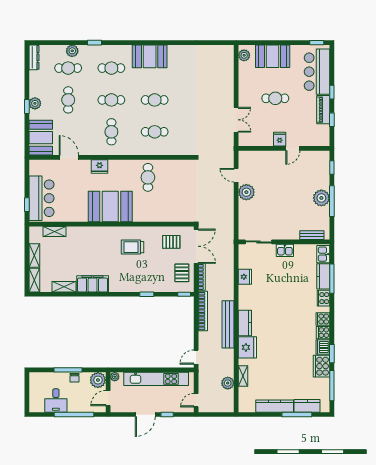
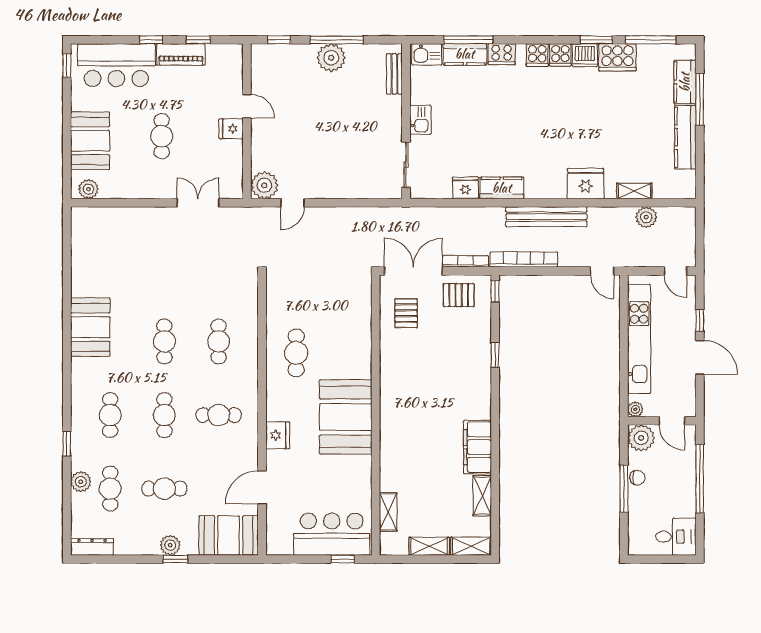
booth: (150, 56) -> (90, 327), moved
cafe table: (148, 177) -> (296, 353), turned 90
plant: (246, 192) -> (264, 185), moved
trolley: (132, 247) -> (415, 379), removed
kitchen counter: (245, 323) -> (502, 188), moved
desk: (56, 400) -> (676, 537), moved

